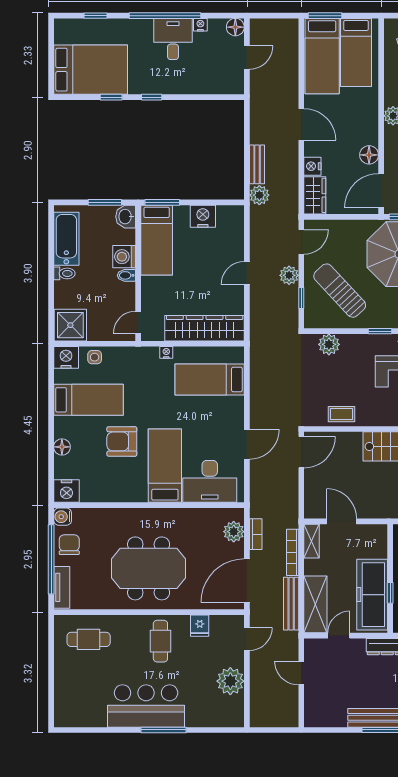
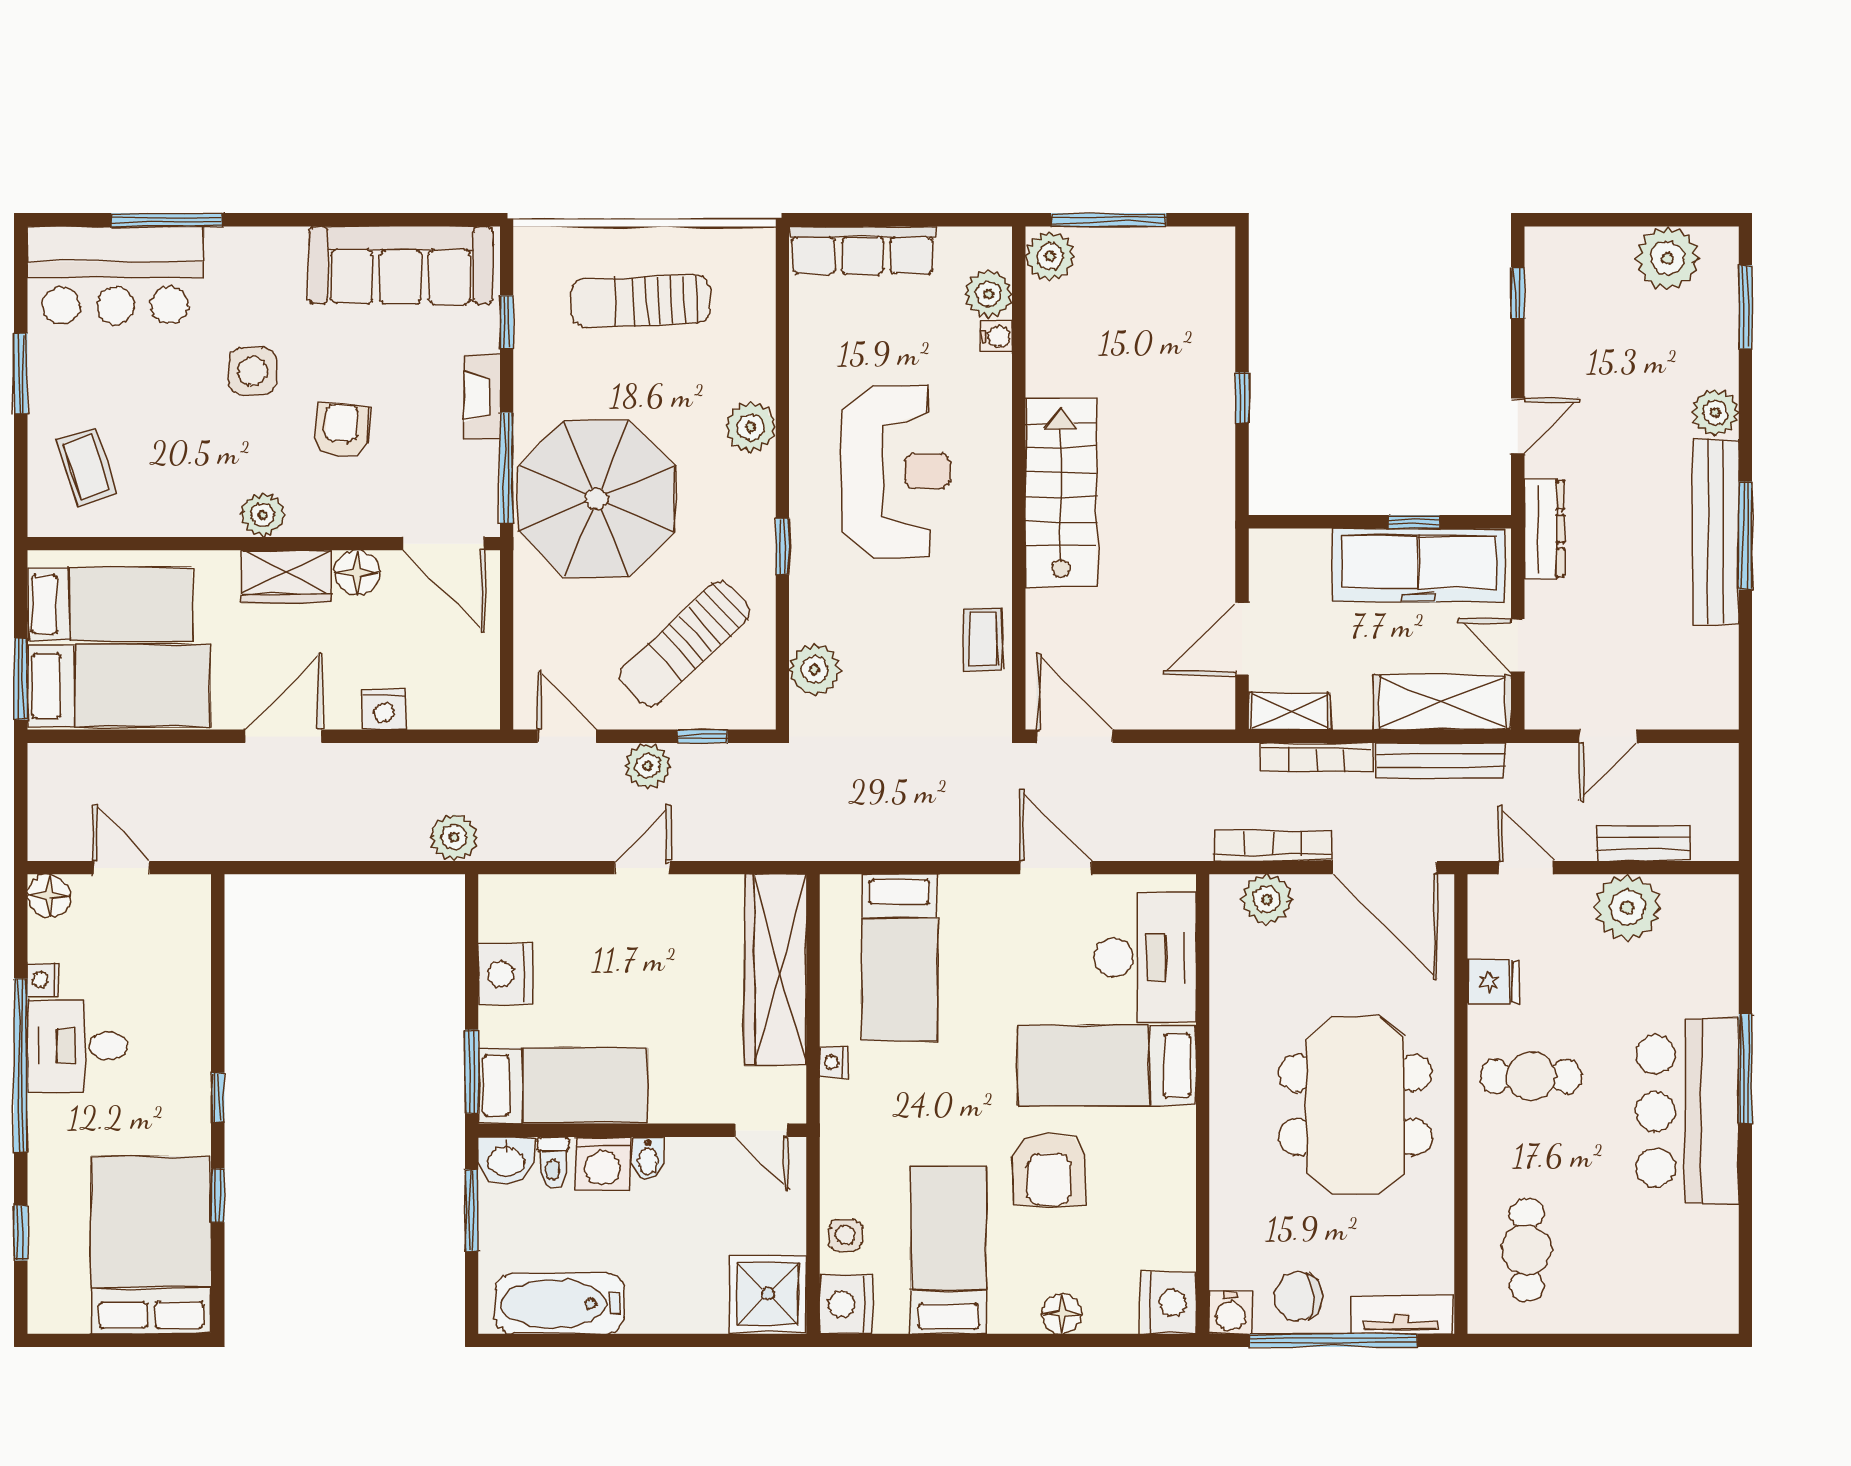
bench: (257, 164) -> (1644, 843), moved
wardrobe: (315, 195) -> (286, 576), moved, turned 180
toilet: (64, 273) -> (553, 1162), moved, turned 180
door: (247, 273) -> (642, 868), swing flipped
bookcase: (256, 534) -> (1273, 846), width x1.56

